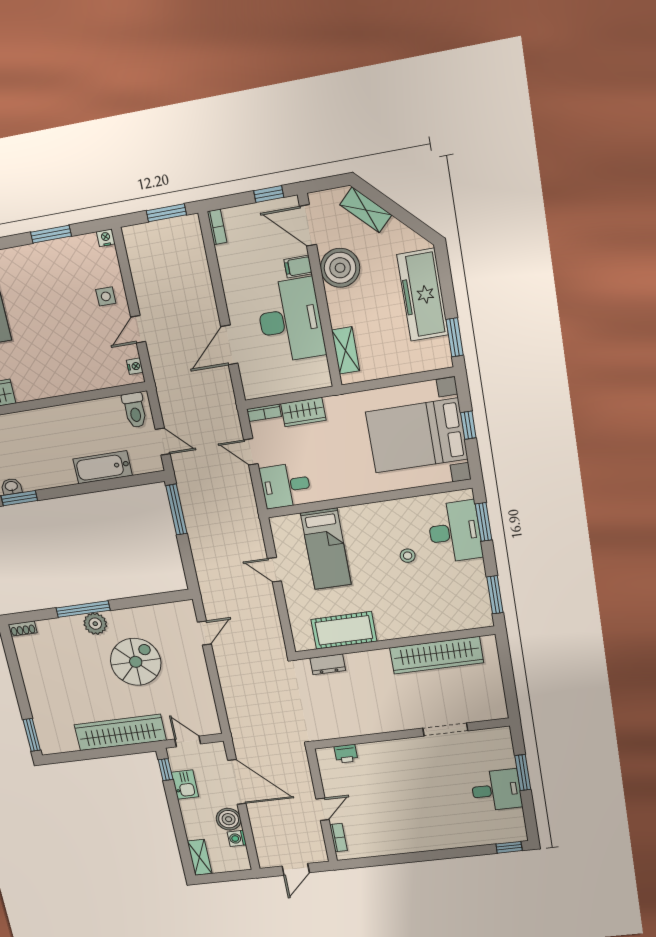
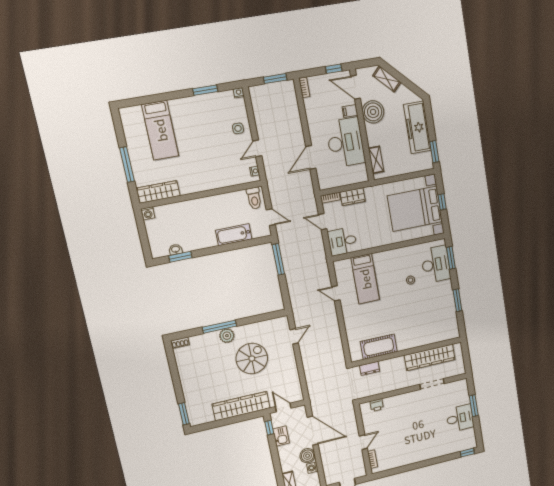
cot: (344, 630) -> (379, 347), moved
wall: (394, 643) -> (407, 352), moved
wardrobe: (437, 655) -> (430, 357), moved
dresser: (328, 664) -> (370, 368), moved

